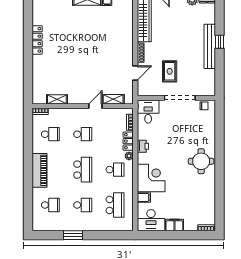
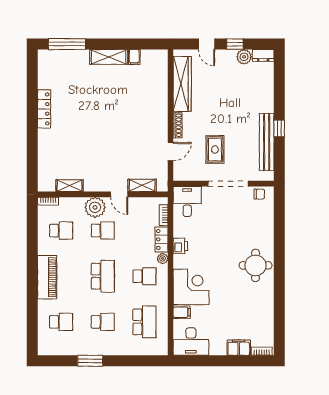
window: (219, 42) -> (279, 129), moved
bench: (210, 46) -> (267, 142), moved
door: (95, 106) -> (119, 194), swing flipped
plant: (77, 116) -> (95, 207), added
filing cabinet: (174, 225) -> (239, 348), moved

